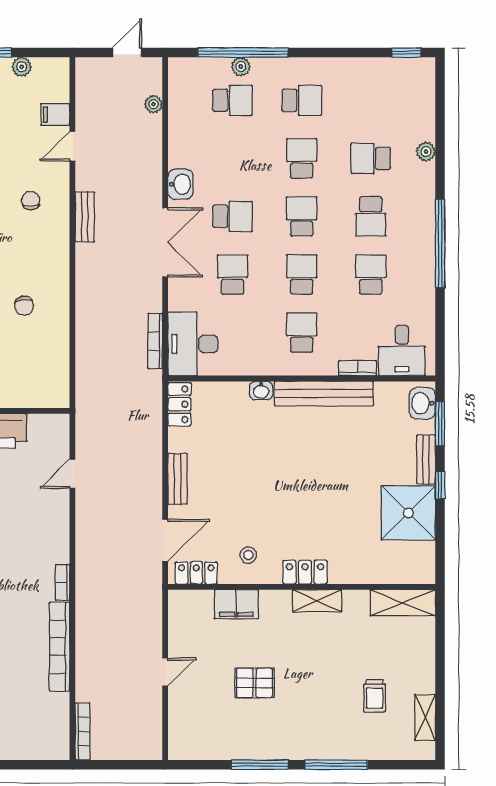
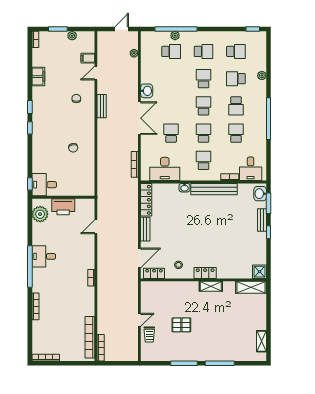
school desk: (232, 216) -> (236, 51), moved
desk: (193, 344) -> (165, 169), moved, turned -90
locker: (179, 404) -> (146, 200), width x1.53
shower: (408, 513) -> (259, 272), moved, width x0.54, depth x0.54
filing cabinet: (236, 604) -> (173, 288), removed
bookcase: (60, 647) -> (90, 337), moved
trolley: (374, 696) -> (149, 335), moved

